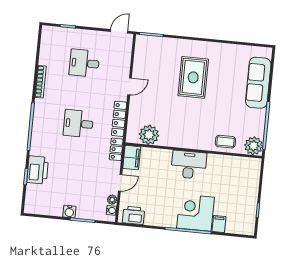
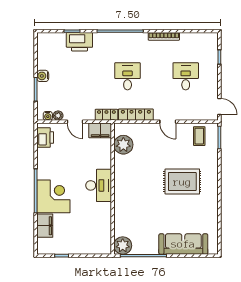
coffee table: (225, 142) -> (199, 136), moved
filing cabinet: (219, 224) -> (45, 226), width x2.00

